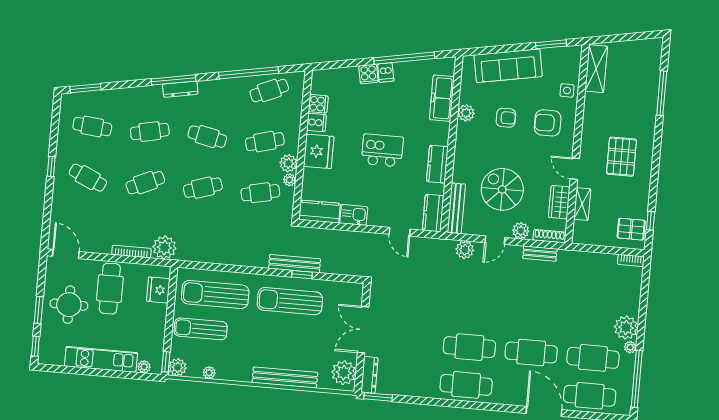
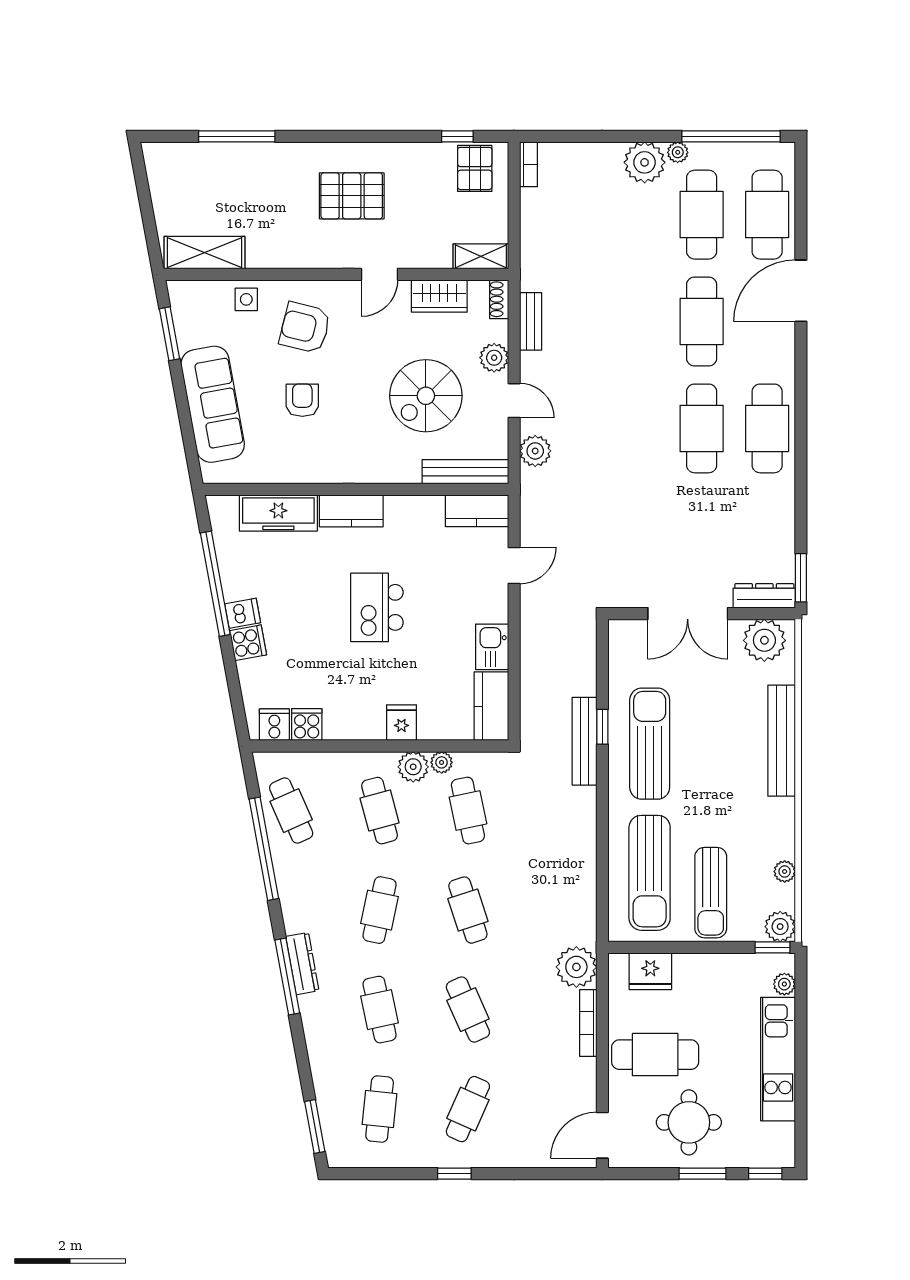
plant: (466, 113) -> (300, 469), removed
cooker: (316, 122) -> (274, 725), moved
armchair: (548, 123) -> (305, 328), turned 104
fridge: (319, 151) -> (401, 723), width x0.53, depth x0.75
kitchen counter: (437, 164) -> (351, 511), moved
shelving: (582, 204) -> (481, 256), moved
shoe rack: (549, 236) -> (499, 299), width x0.70
sun lounger: (290, 301) -> (650, 744), turned 180

